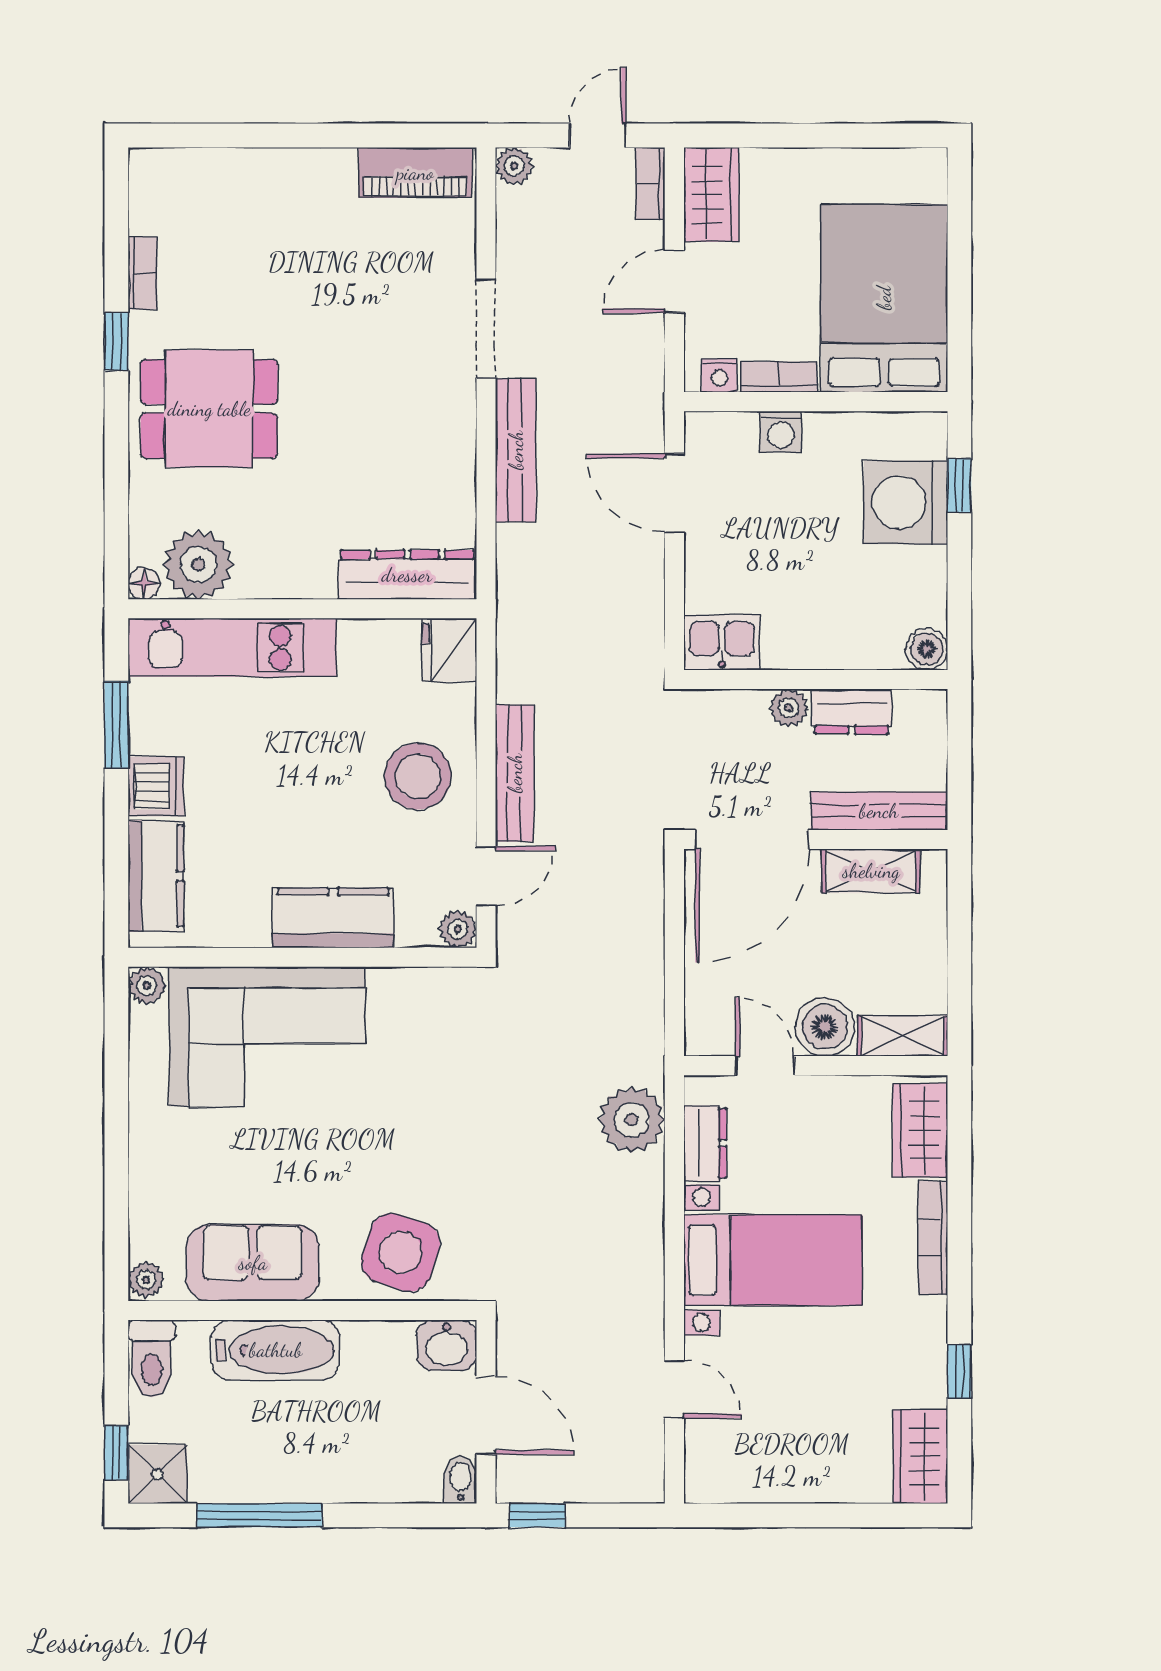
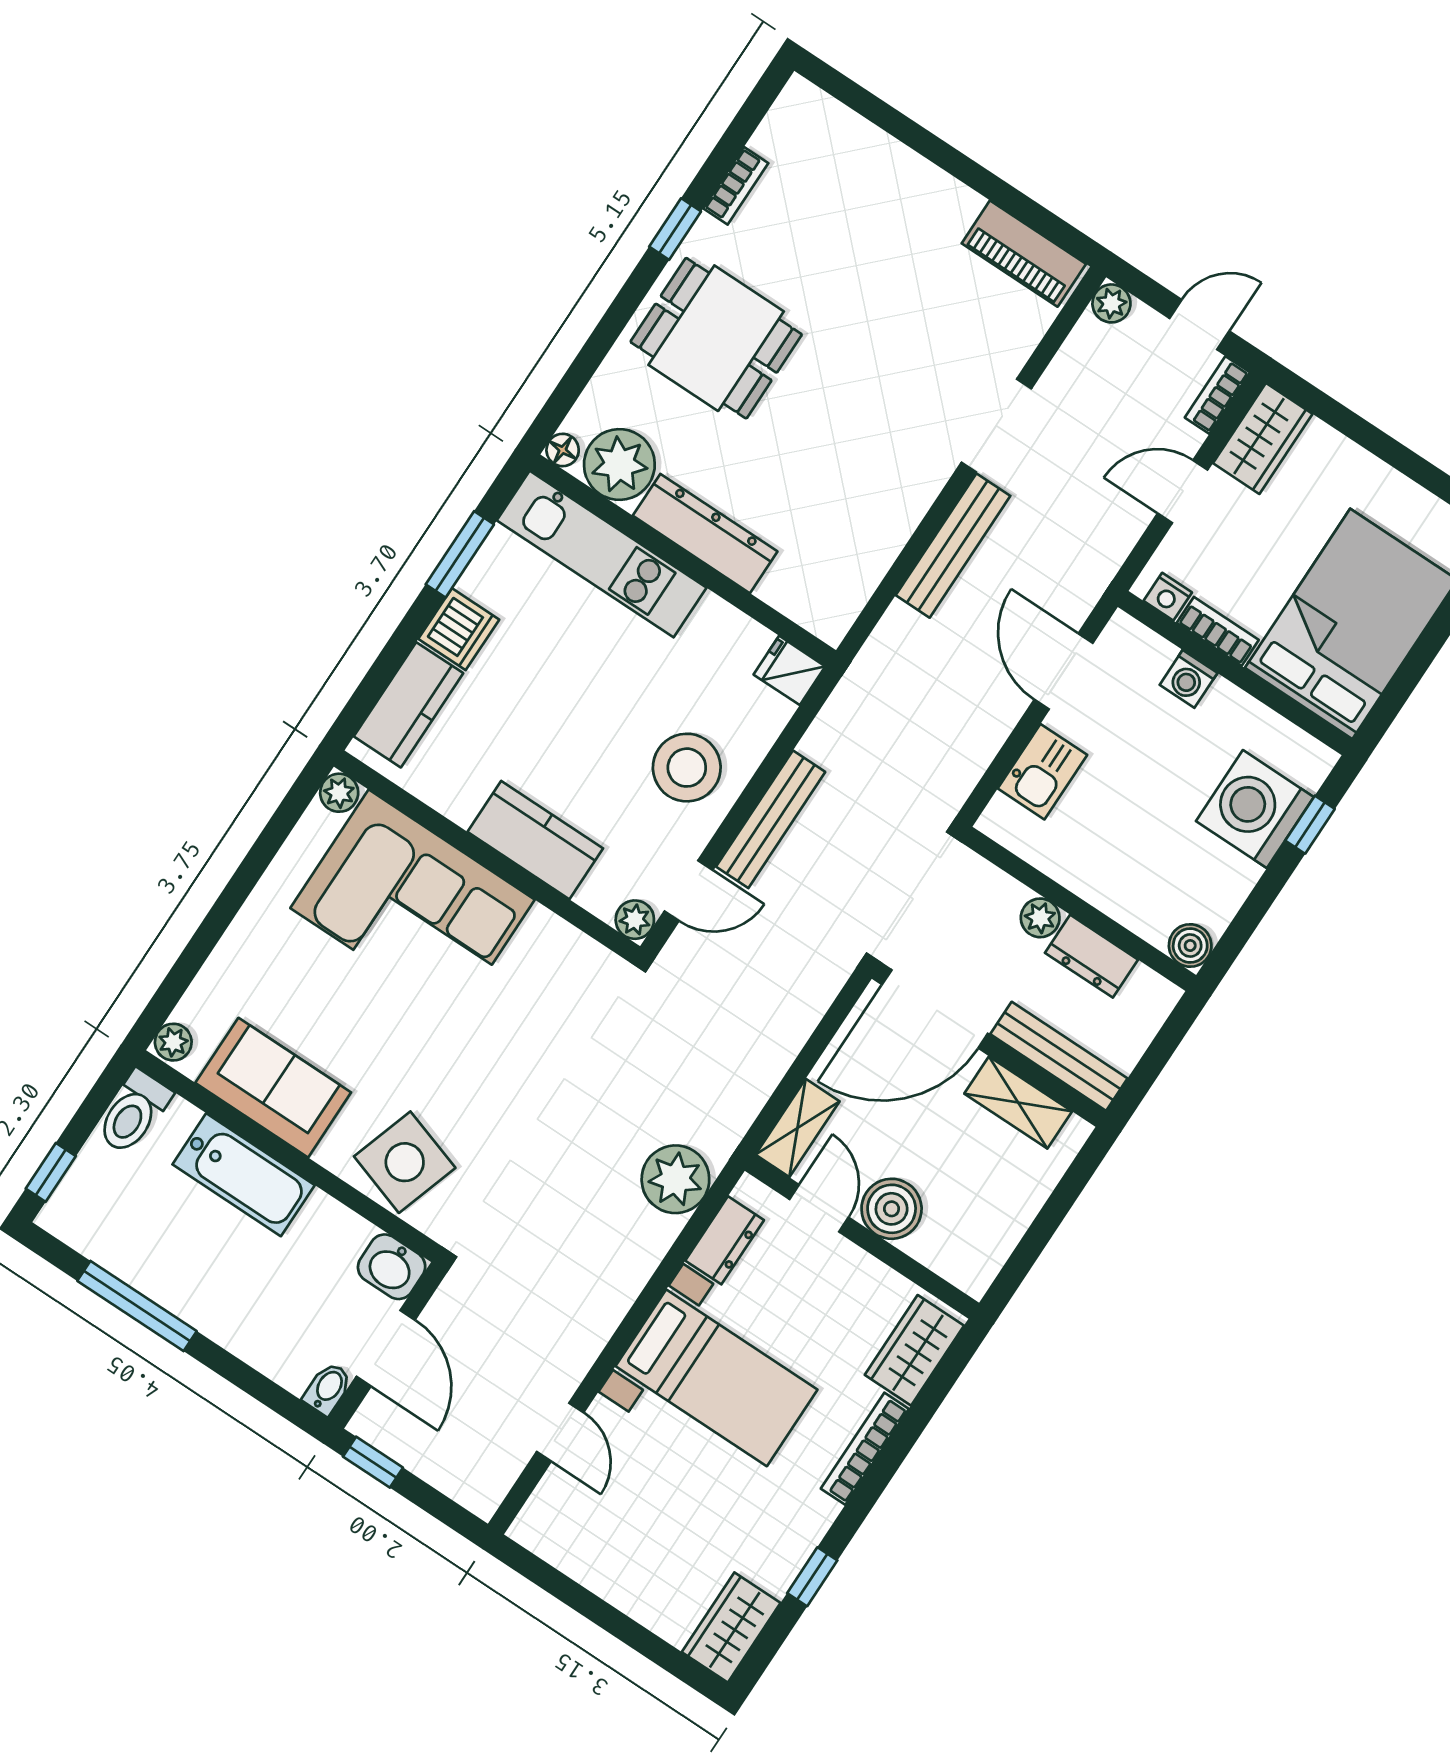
dresser: (407, 575) -> (705, 534), moved
kitchen sink: (722, 642) -> (1042, 772), moved, turned 90
fridge: (449, 650) -> (789, 670), width x0.72
shelving: (903, 1036) -> (798, 1128), moved, turned 90
shower: (157, 1474) -> (74, 1214), removed

